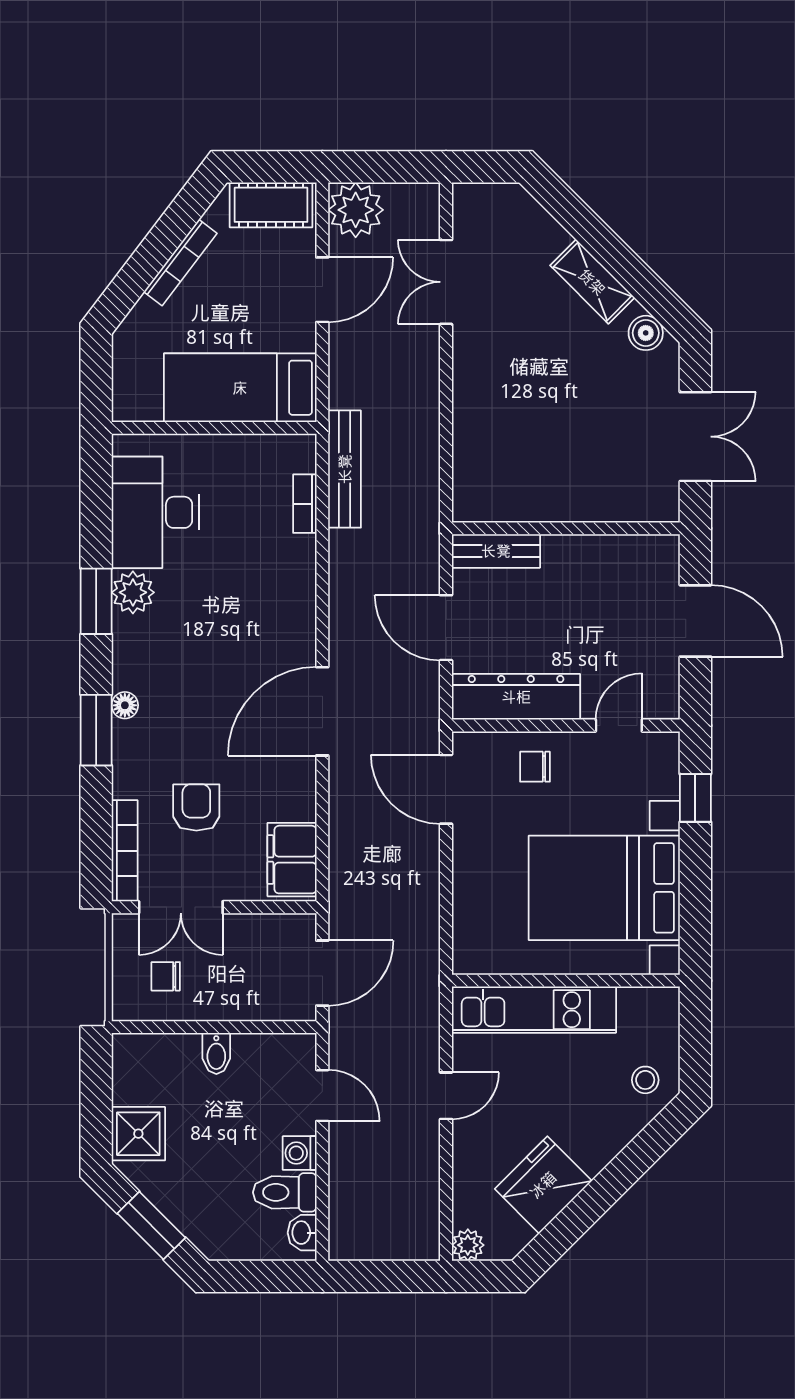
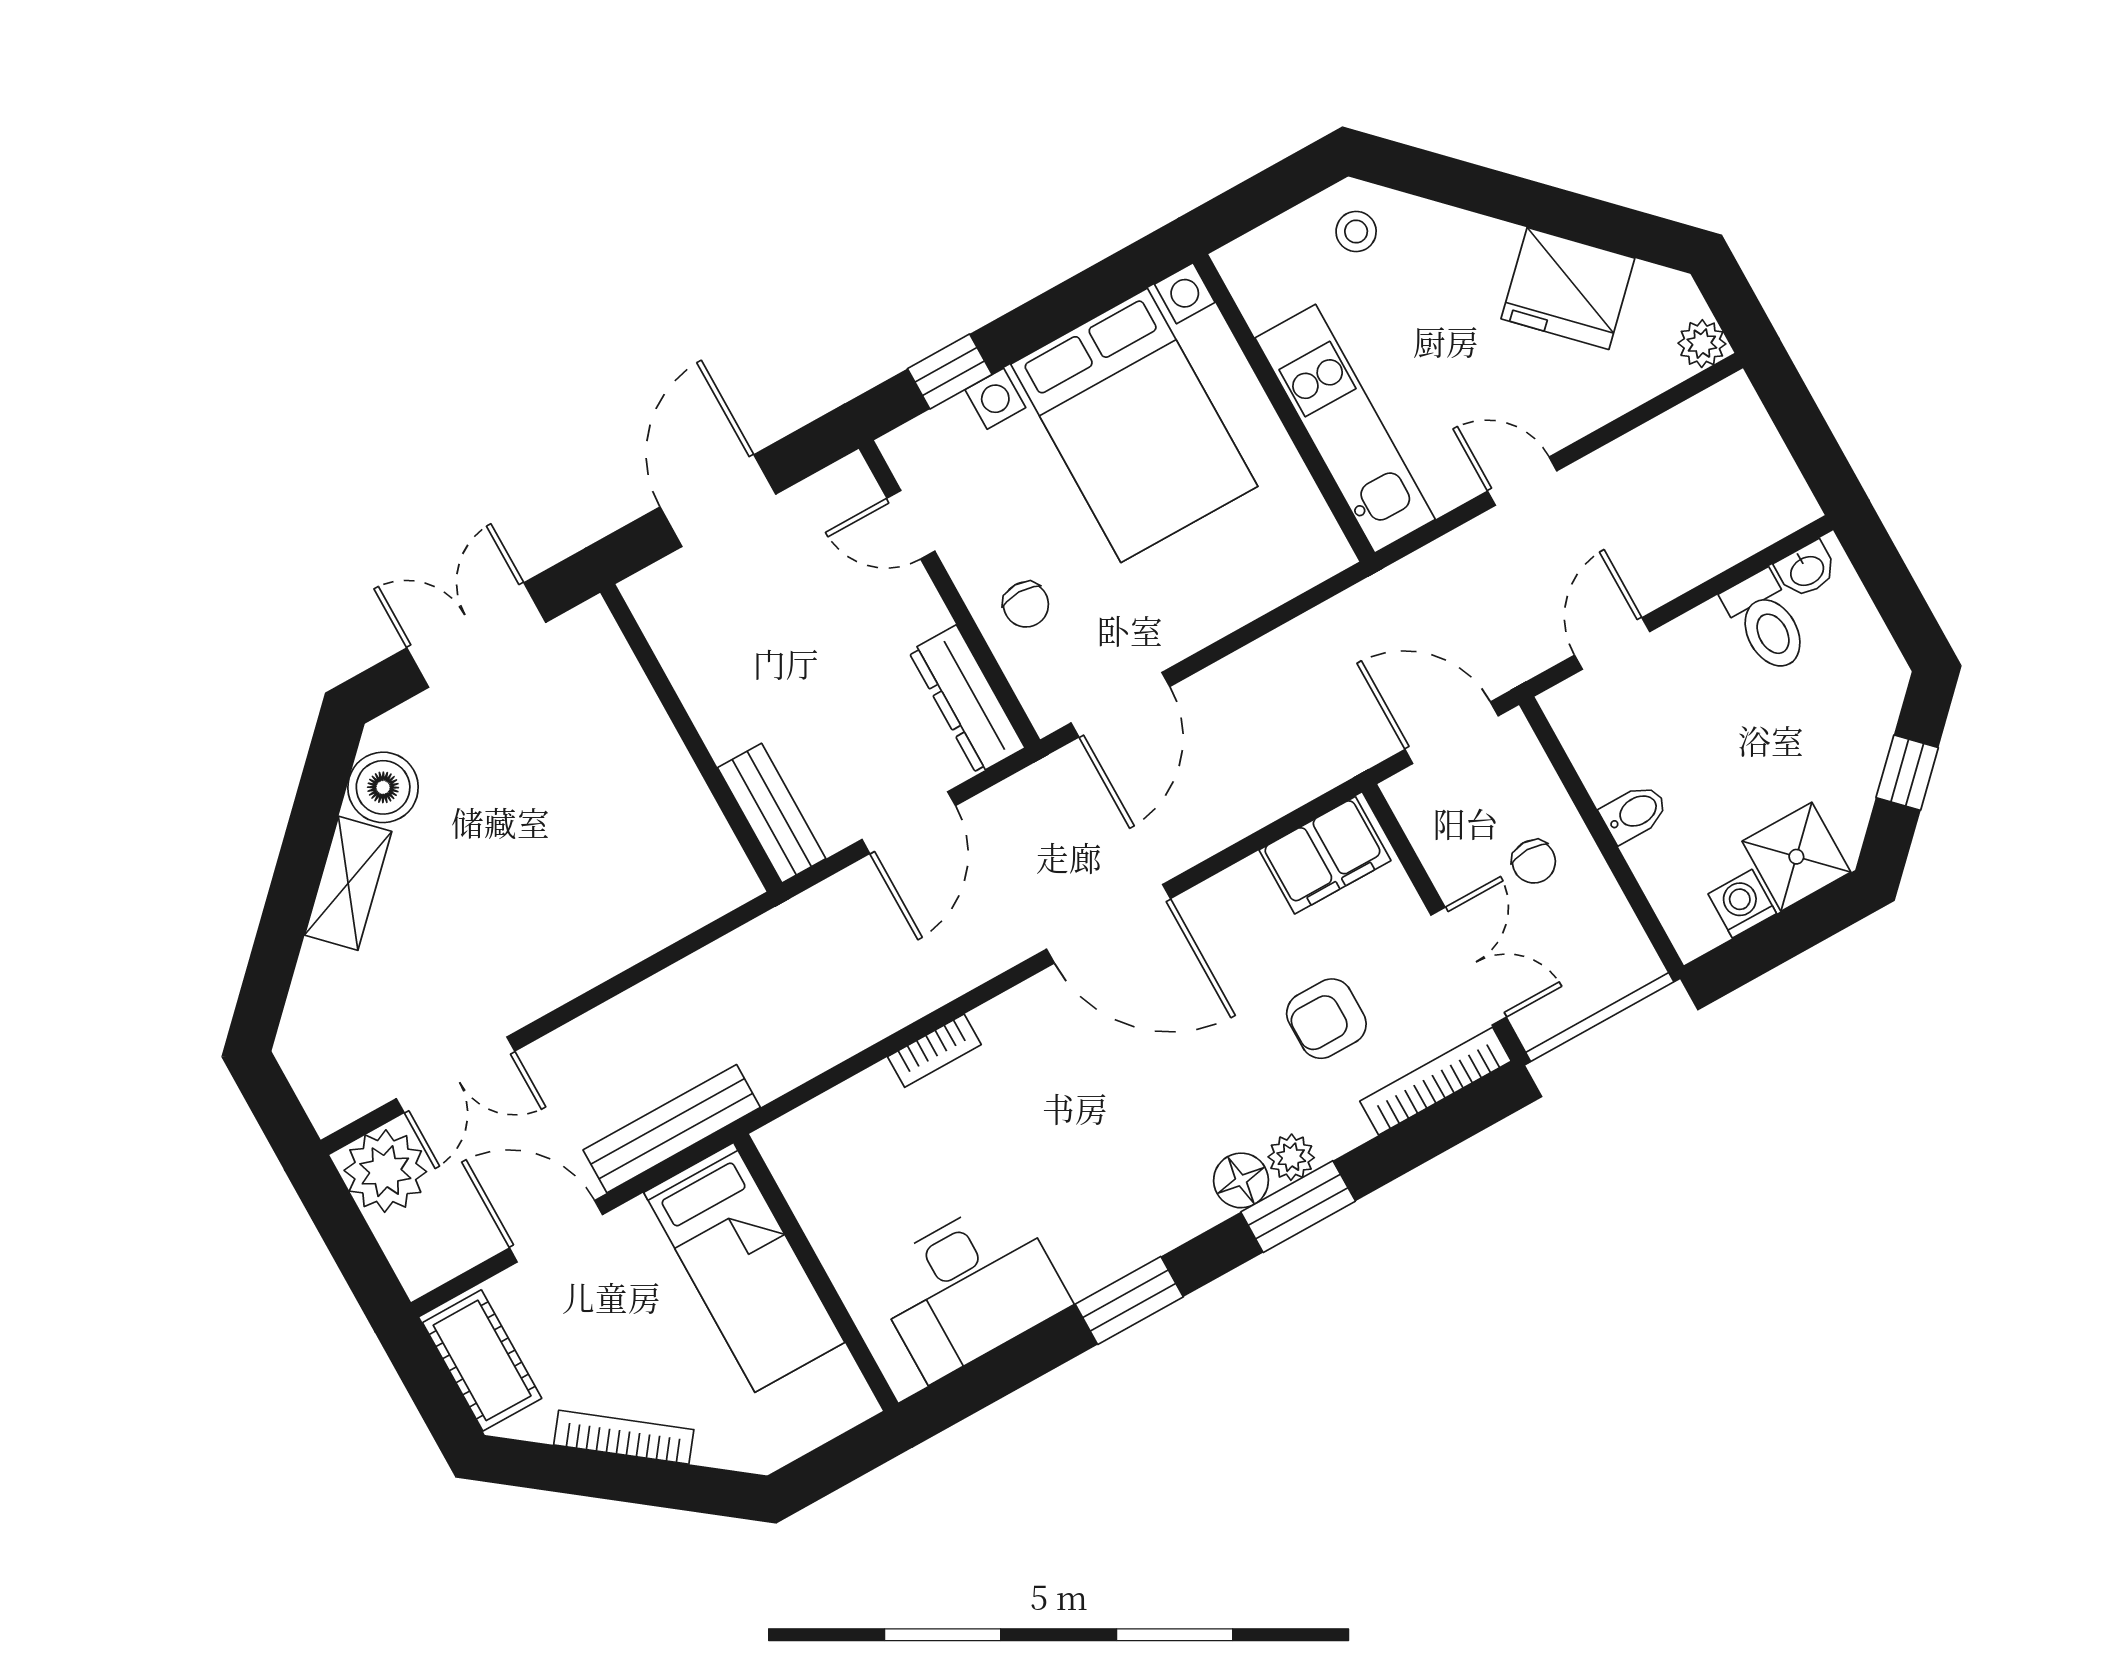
plant: (356, 210) -> (385, 1171), moved
boiler: (646, 333) -> (383, 787), width x1.36, depth x1.36
bench: (345, 469) -> (672, 1129), moved
bookcase: (305, 504) -> (934, 1051), moved
plant: (133, 592) -> (1291, 1157), moved, width x0.73, depth x0.73
dresser: (516, 697) -> (967, 700), width x0.73, depth x0.80
floor lamp: (125, 705) -> (1241, 1180), width x1.37, depth x1.37
chair: (166, 976) -> (1534, 862), moved
washing machine: (300, 1153) -> (1742, 904), moved, turned 180
window: (151, 1225) -> (1907, 773), width x0.67

